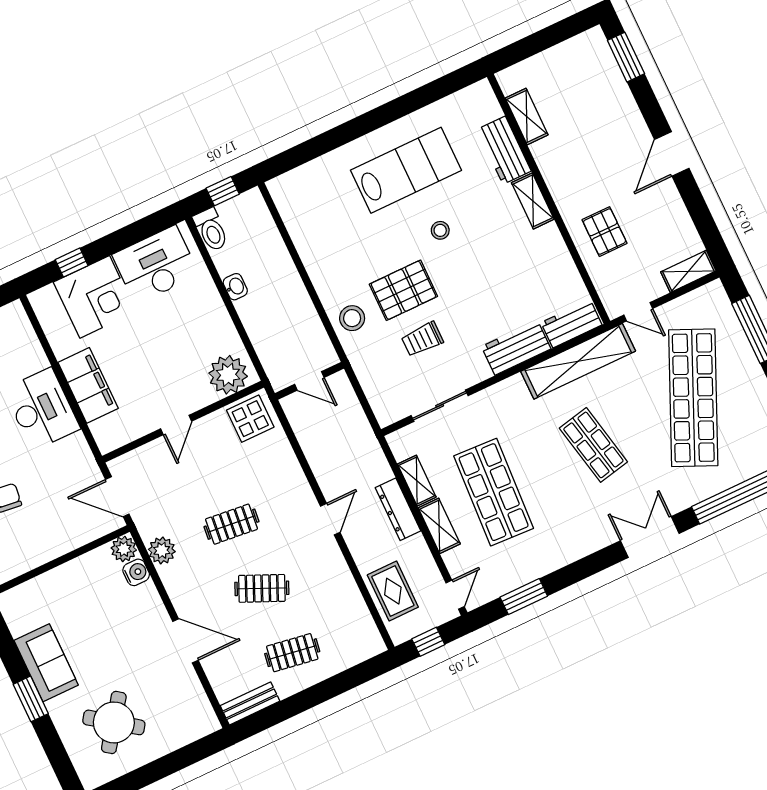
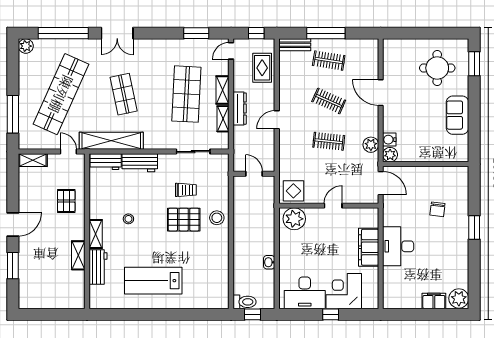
window: (626, 57) -> (13, 266), moved
shelving: (527, 116) -> (78, 255), moved
toilet: (211, 230) -> (245, 302), moved, turned 90
stool: (440, 230) -> (128, 219), moved
window: (72, 263) -> (331, 314), moved
door: (309, 381) -> (254, 174), moved
wall: (309, 381) -> (254, 174), moved
window: (317, 694) -> (326, 33), added
window: (31, 699) -> (474, 64), moved
bench: (250, 703) -> (295, 45), moved
round table: (114, 722) -> (437, 68), turned -36

